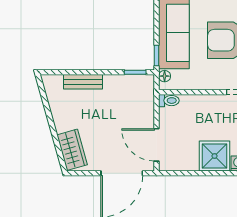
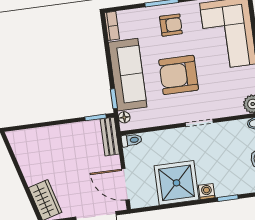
bench: (83, 82) -> (110, 137), moved, turned 90
shower: (215, 156) -> (176, 183), width x1.37, depth x1.37

